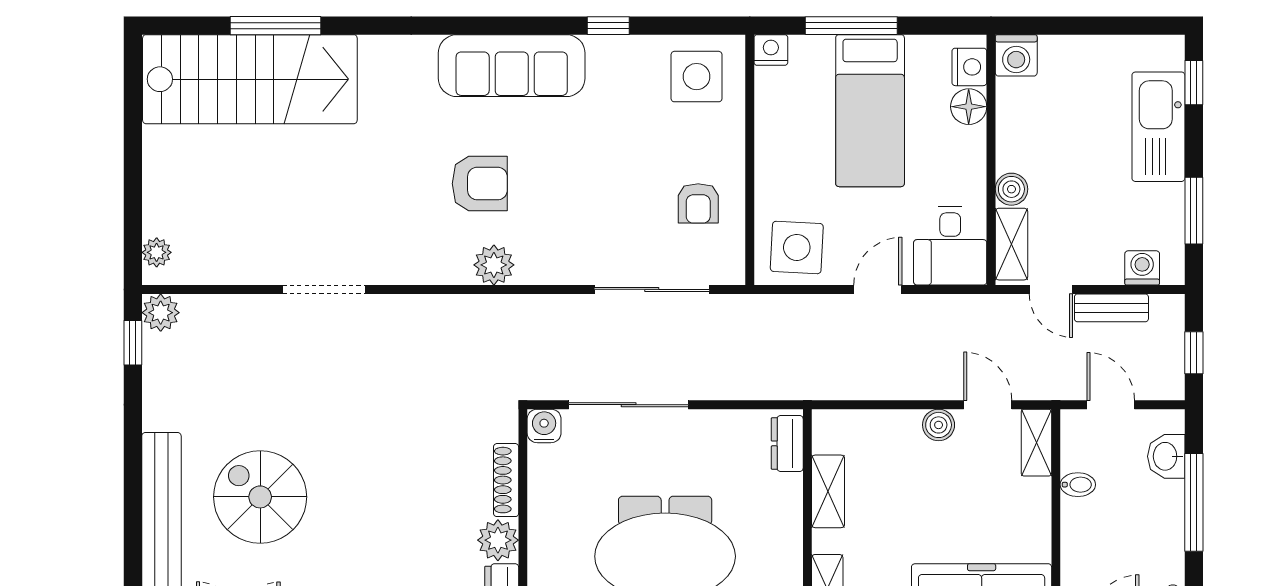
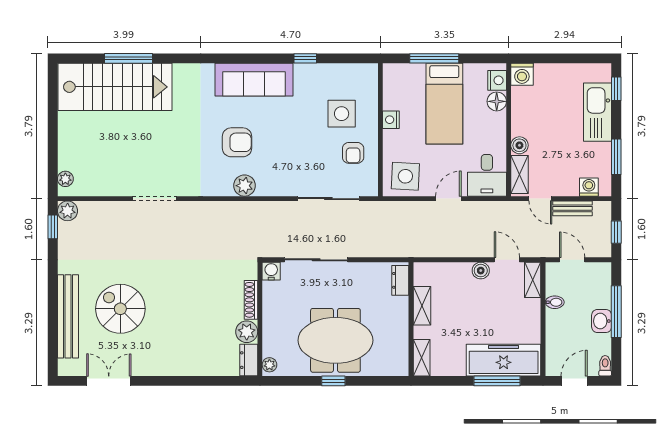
nightstand: (771, 50) -> (391, 120), moved, turned -90
side table: (697, 77) -> (342, 114), moved
washbasin: (1166, 456) -> (602, 321), moved

